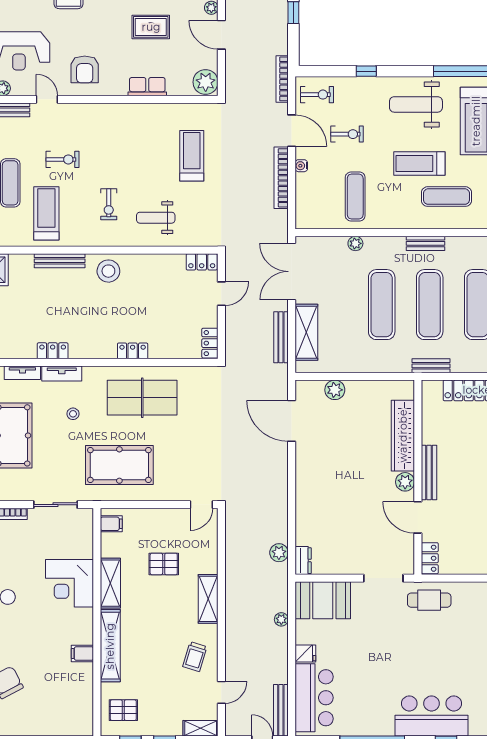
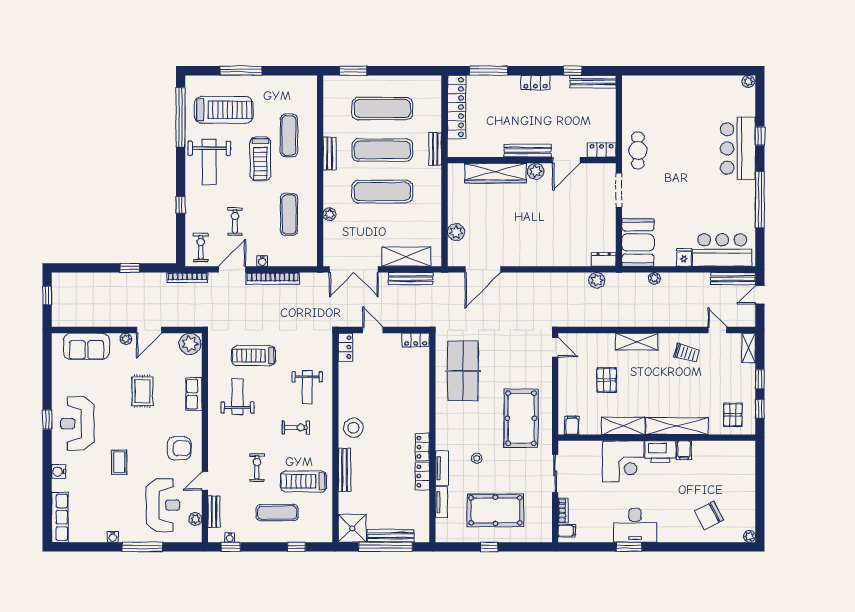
weight bench: (144, 137) -> (237, 397), added
exercise mat: (355, 197) -> (289, 214), turned 90
locker: (133, 351) -> (422, 447), moved
table tennis table: (142, 398) -> (463, 371), moved
printer: (81, 626) -> (660, 452), added

